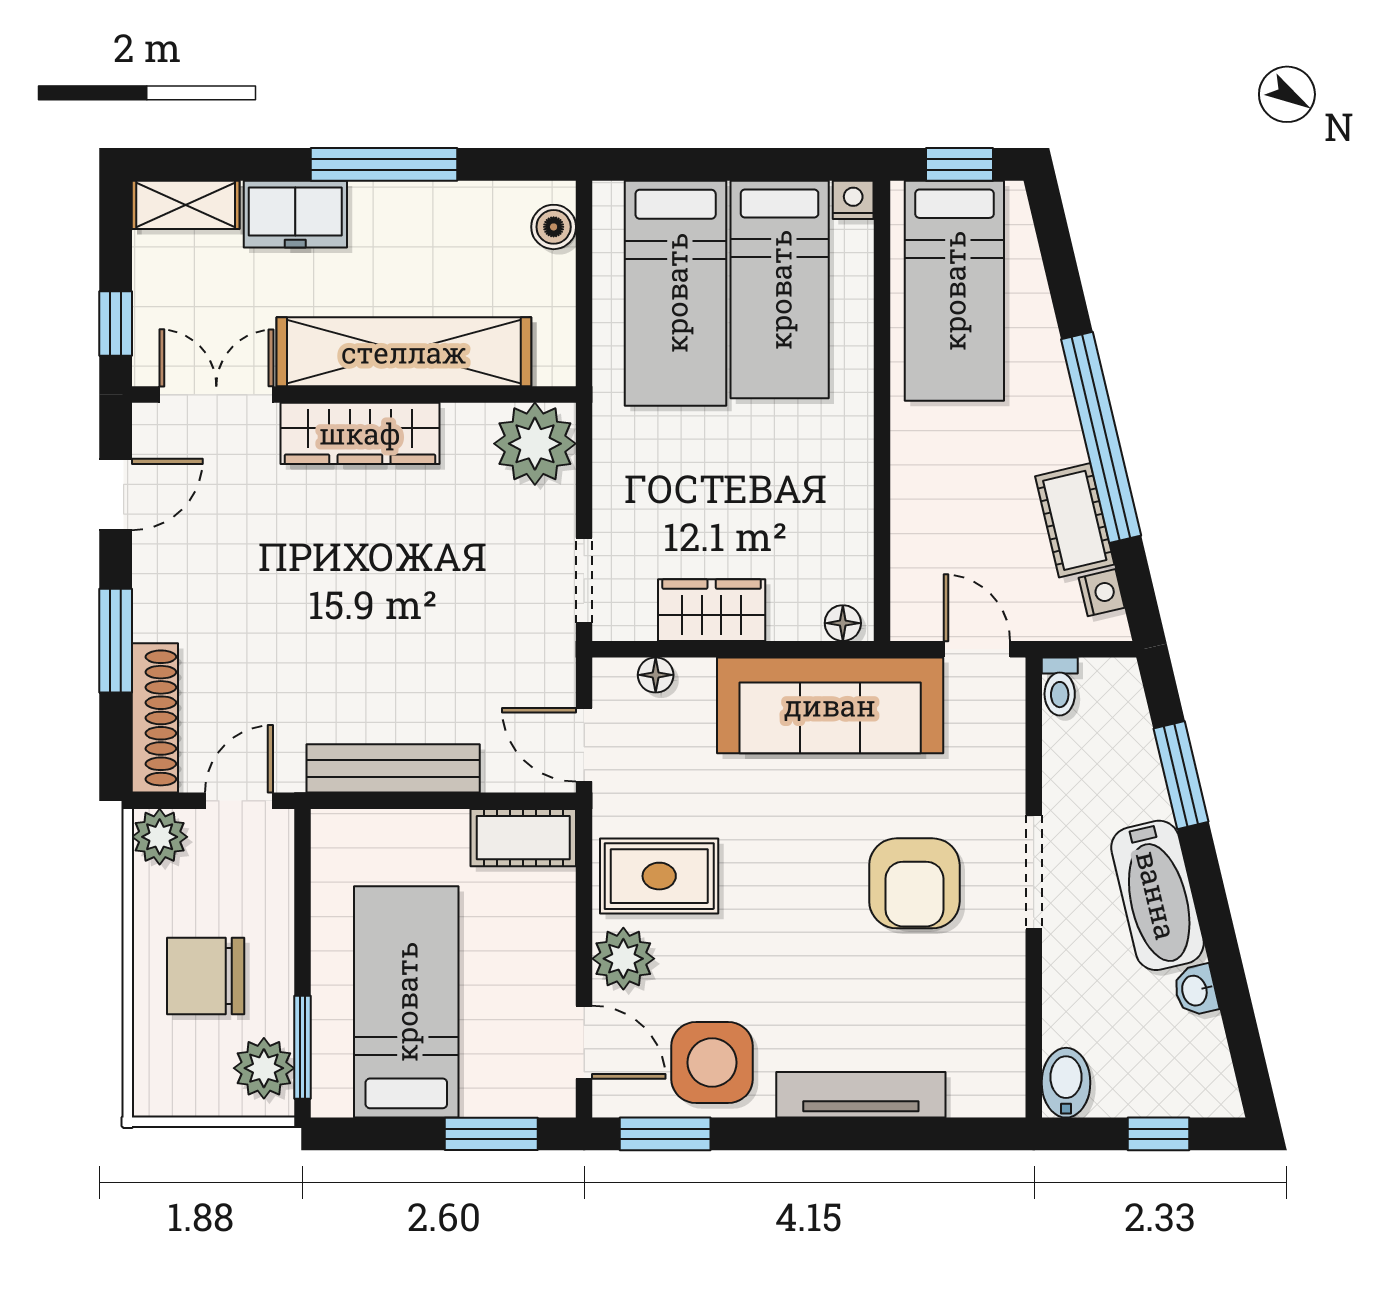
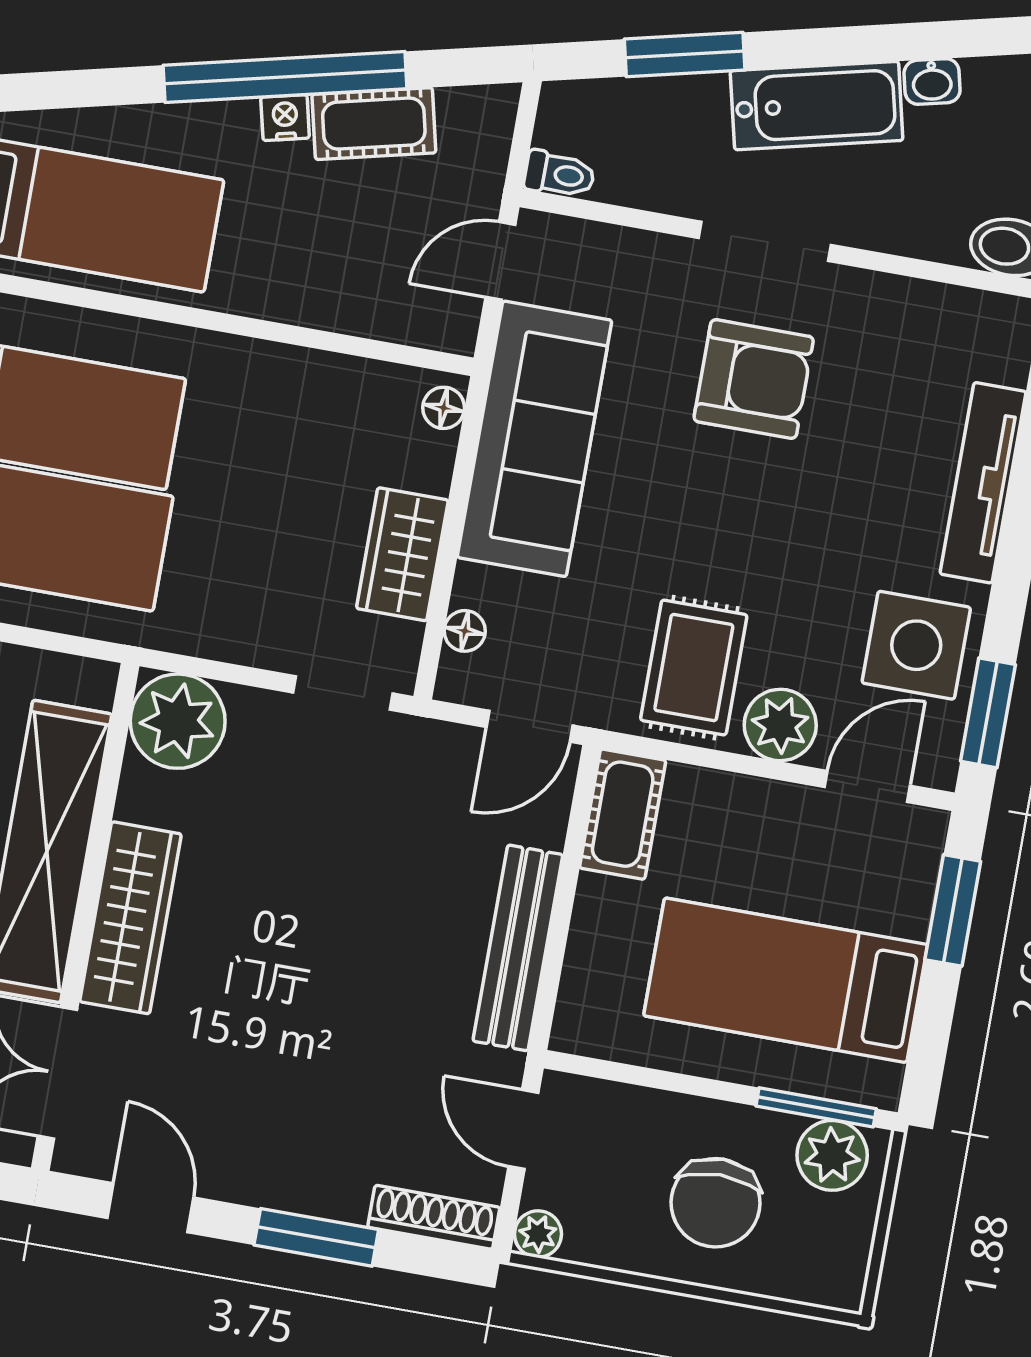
nightstand: (1102, 593) -> (285, 118), moved
shoe rack: (155, 718) -> (434, 1217), width x0.74, depth x0.81
plant: (160, 837) -> (538, 1234), width x0.73, depth x0.73

